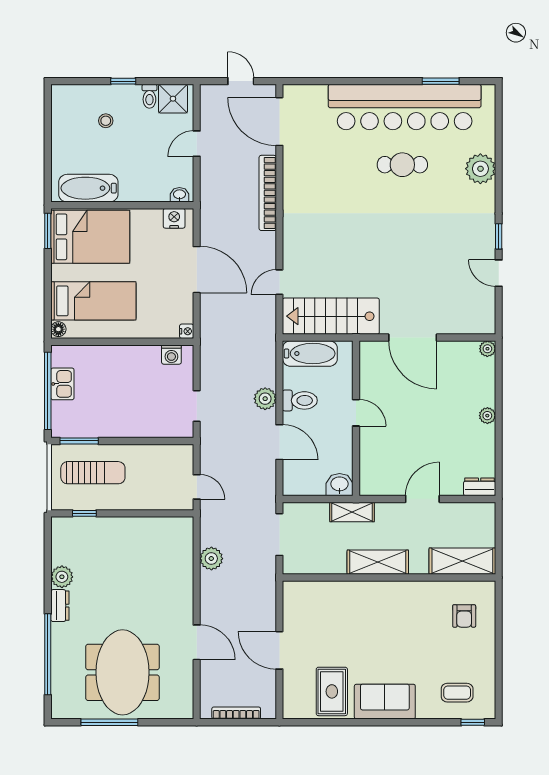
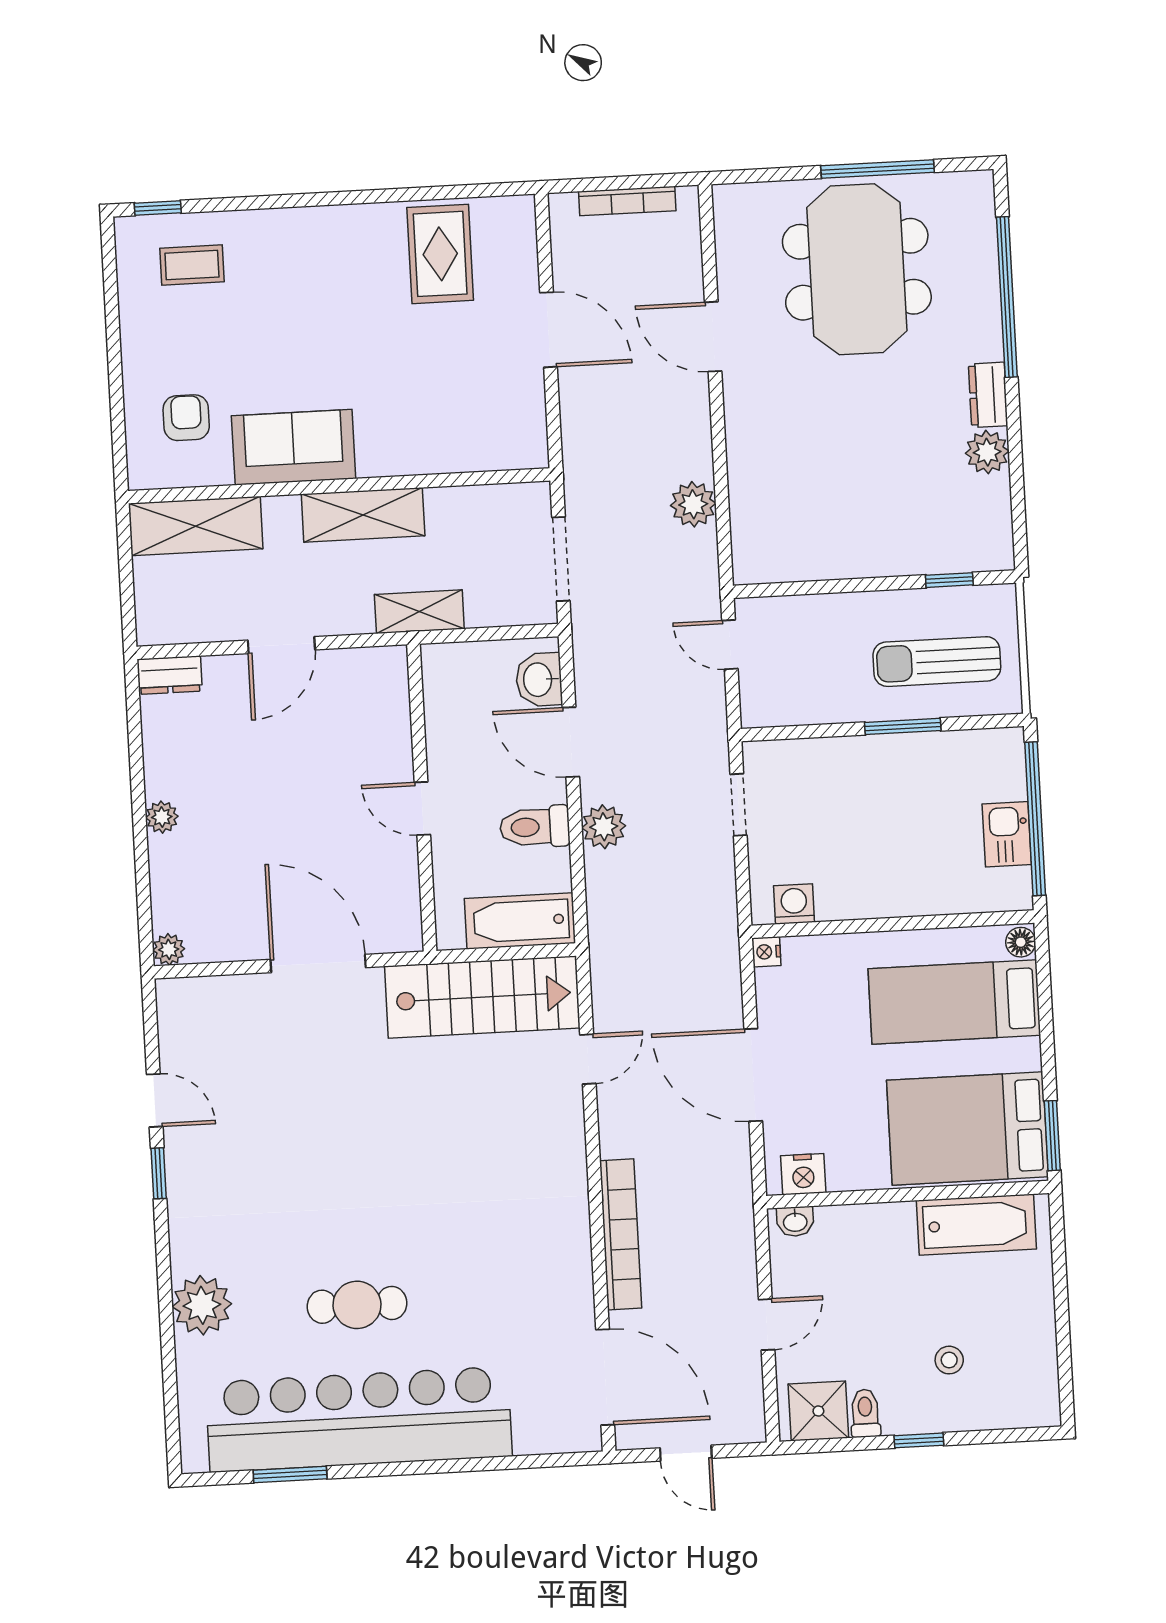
window: (79, 441) -> (903, 726), moved
washbasin: (340, 485) -> (539, 680), moved, turned 90
sofa: (385, 702) -> (294, 447), moved, turned 180

